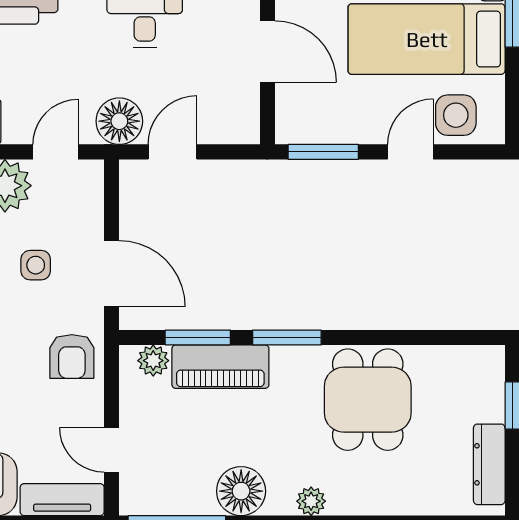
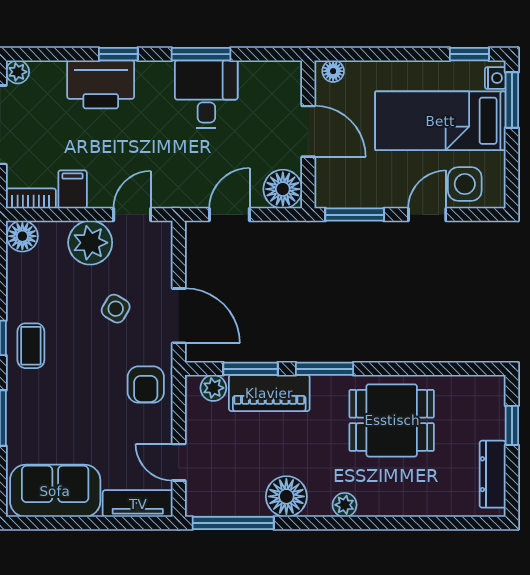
floor lamp: (119, 121) -> (283, 189), moved
side table: (36, 265) -> (116, 309), turned 31
dining table: (368, 400) -> (392, 420), turned 90

